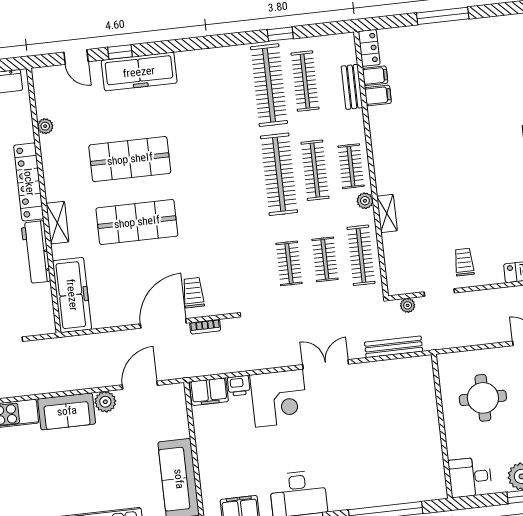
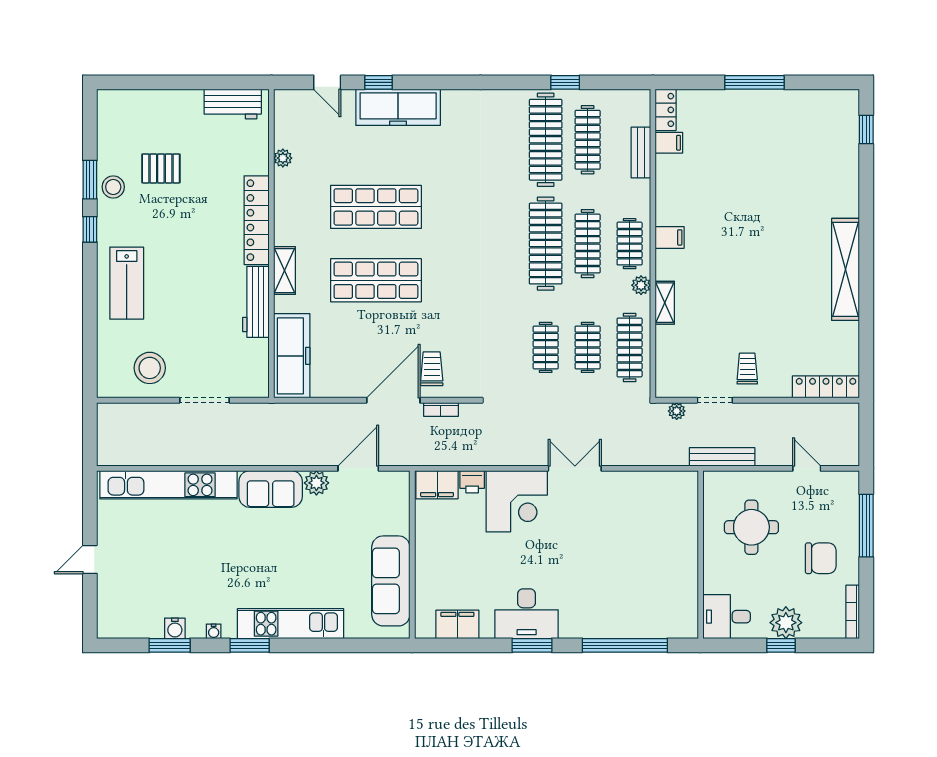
filing cabinet: (378, 95) -> (670, 237), moved
bench: (394, 347) -> (722, 457), moved

